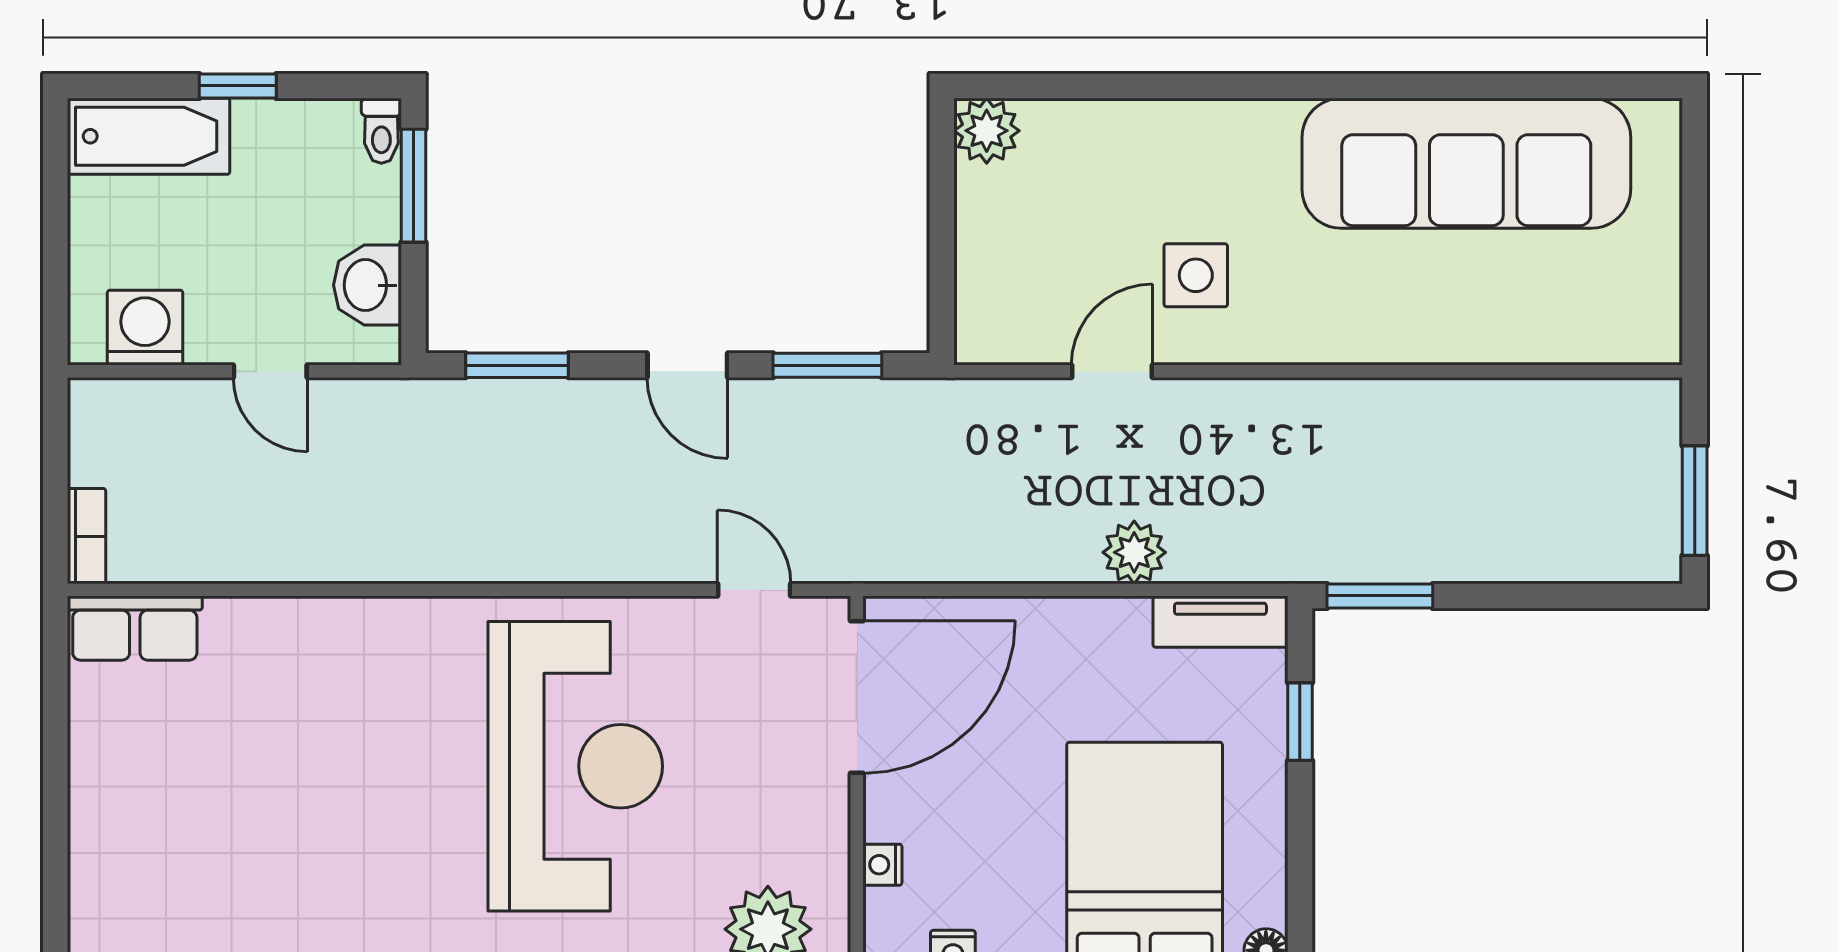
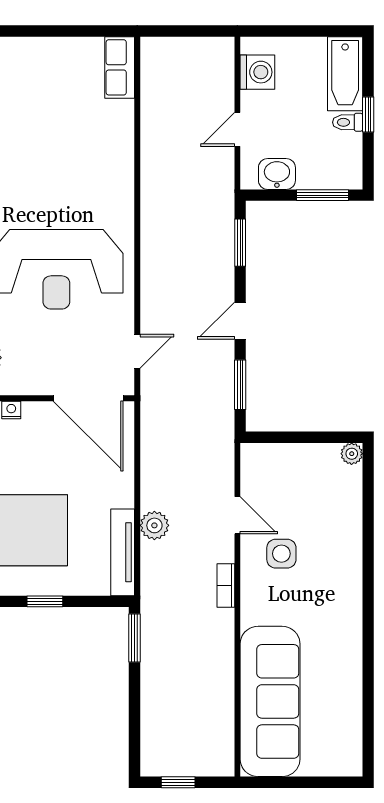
toilet: (381, 131) -> (348, 122), moved
plant: (987, 131) -> (352, 454), width x0.73, depth x0.73
sofa: (1466, 163) -> (270, 701), moved, turned 180
window: (1695, 501) -> (178, 782), width x0.67
bookcase: (87, 536) -> (226, 585), moved, turned 90
tv unit: (1220, 622) -> (123, 552), width x1.41
window: (1300, 722) -> (45, 601), moved

